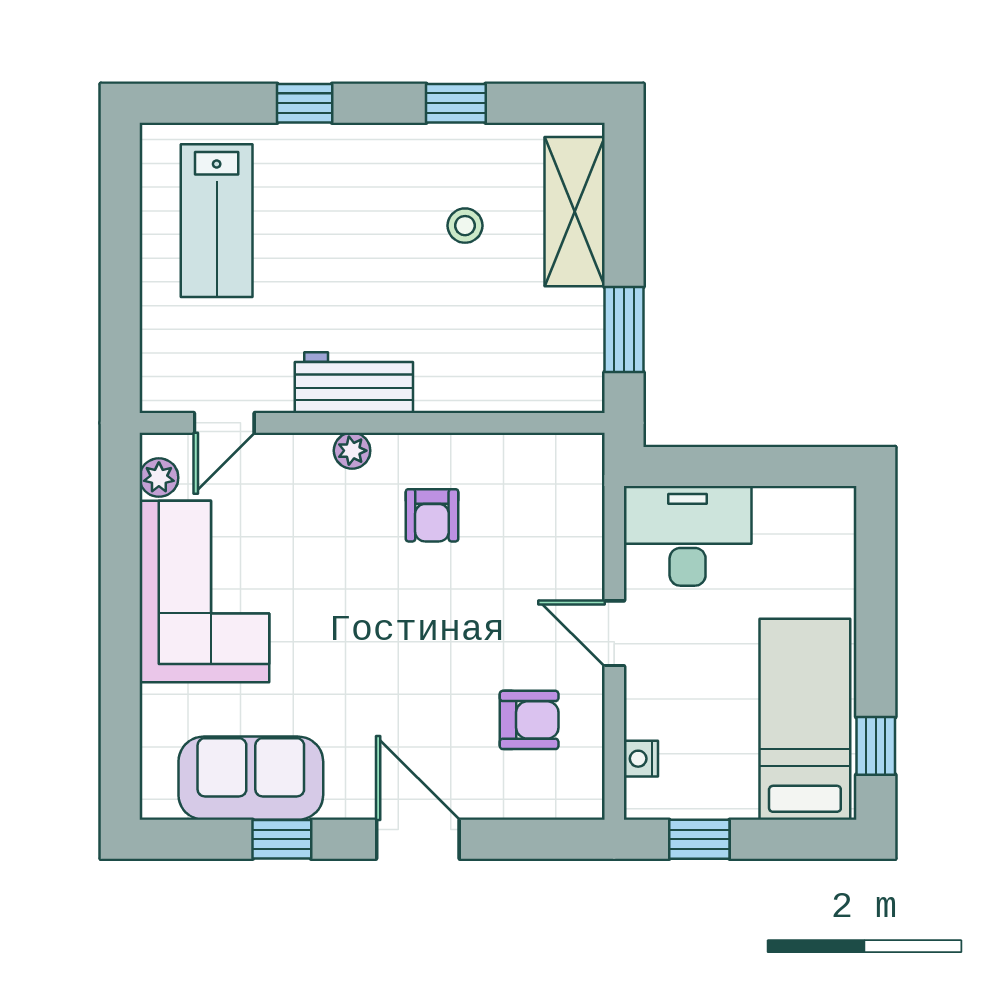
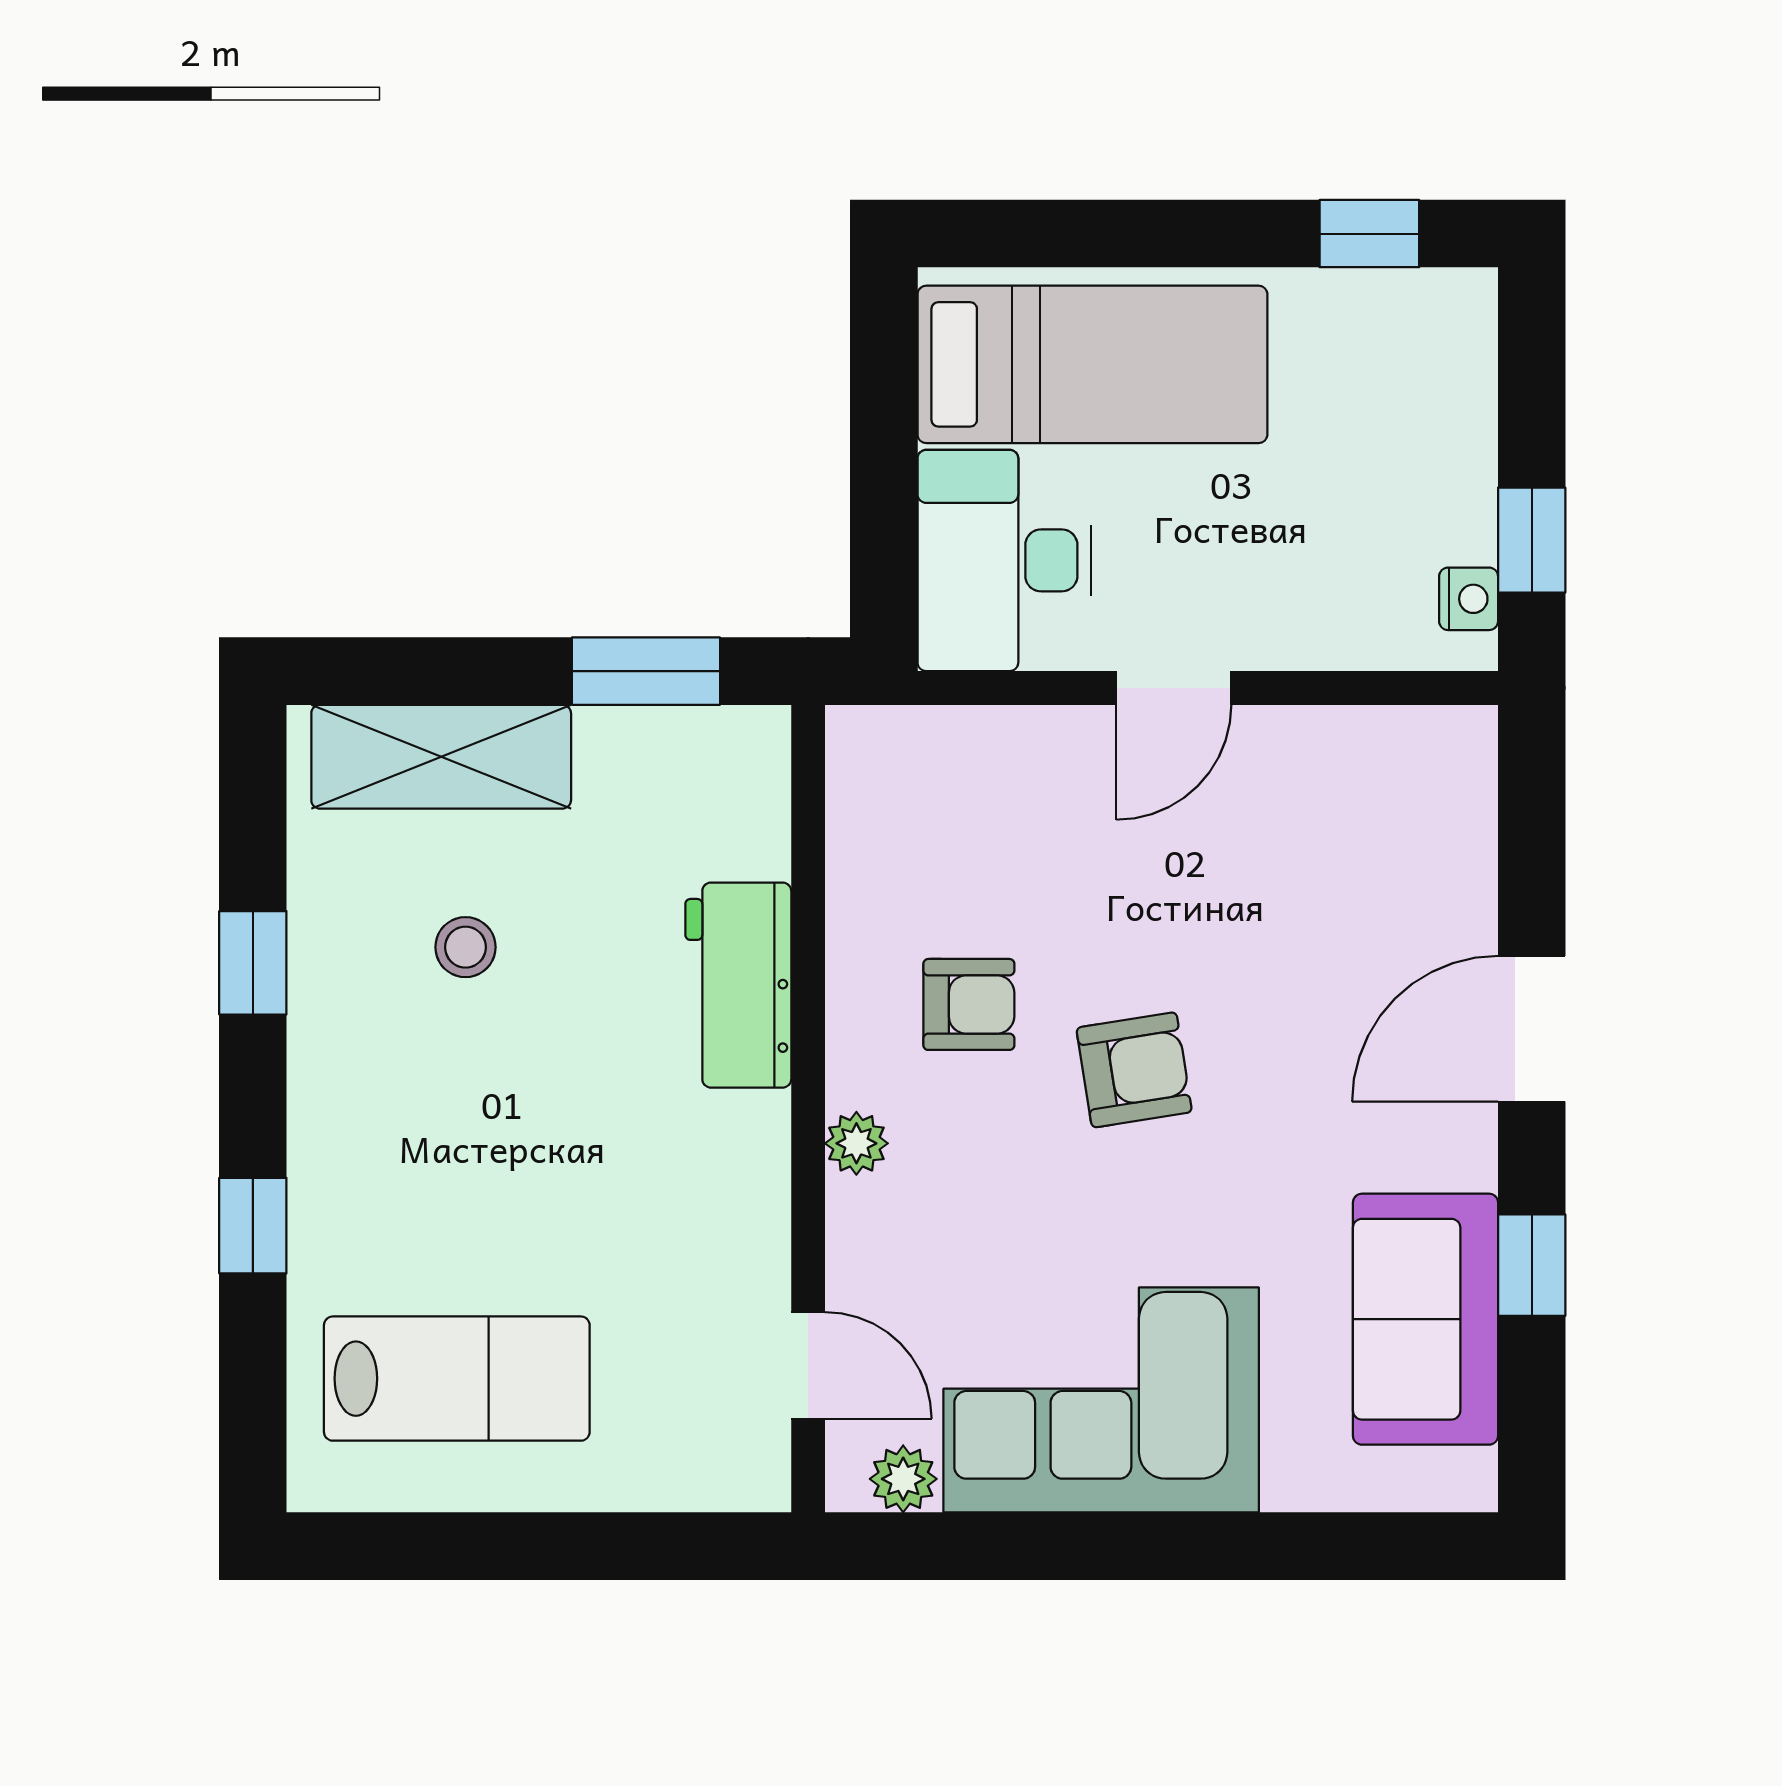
workbench: (354, 383) -> (738, 985), moved
bed: (805, 719) -> (1092, 364), moved, turned 180
armchair: (529, 720) -> (1134, 1070), moved, turned 81
nightstand: (641, 759) -> (1469, 599), moved, turned -90

